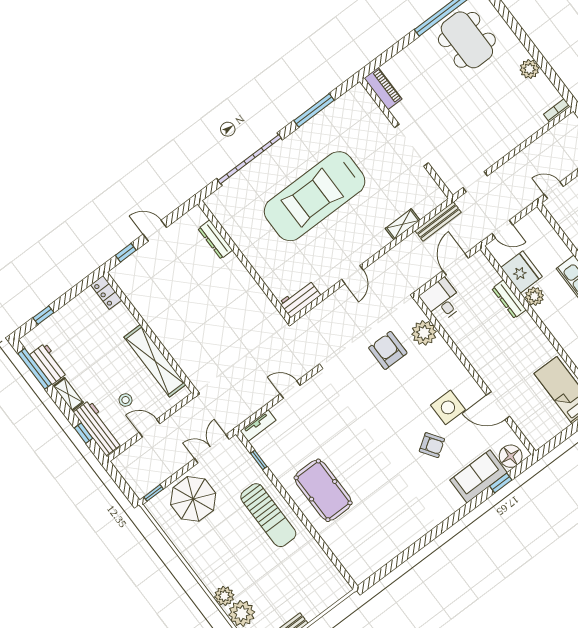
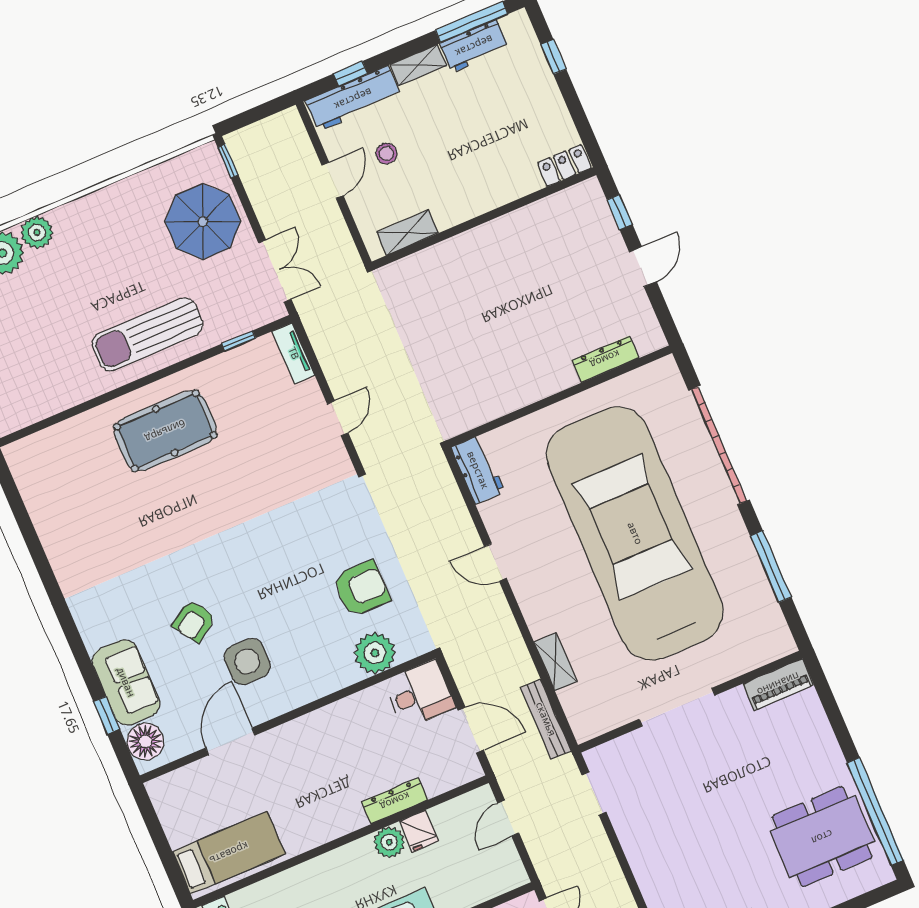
car: (315, 196) -> (635, 533), width x1.36, depth x1.48
fridge: (522, 272) -> (419, 831), width x0.53, depth x0.75
shelving: (155, 361) -> (408, 233), width x0.45, depth x0.75

